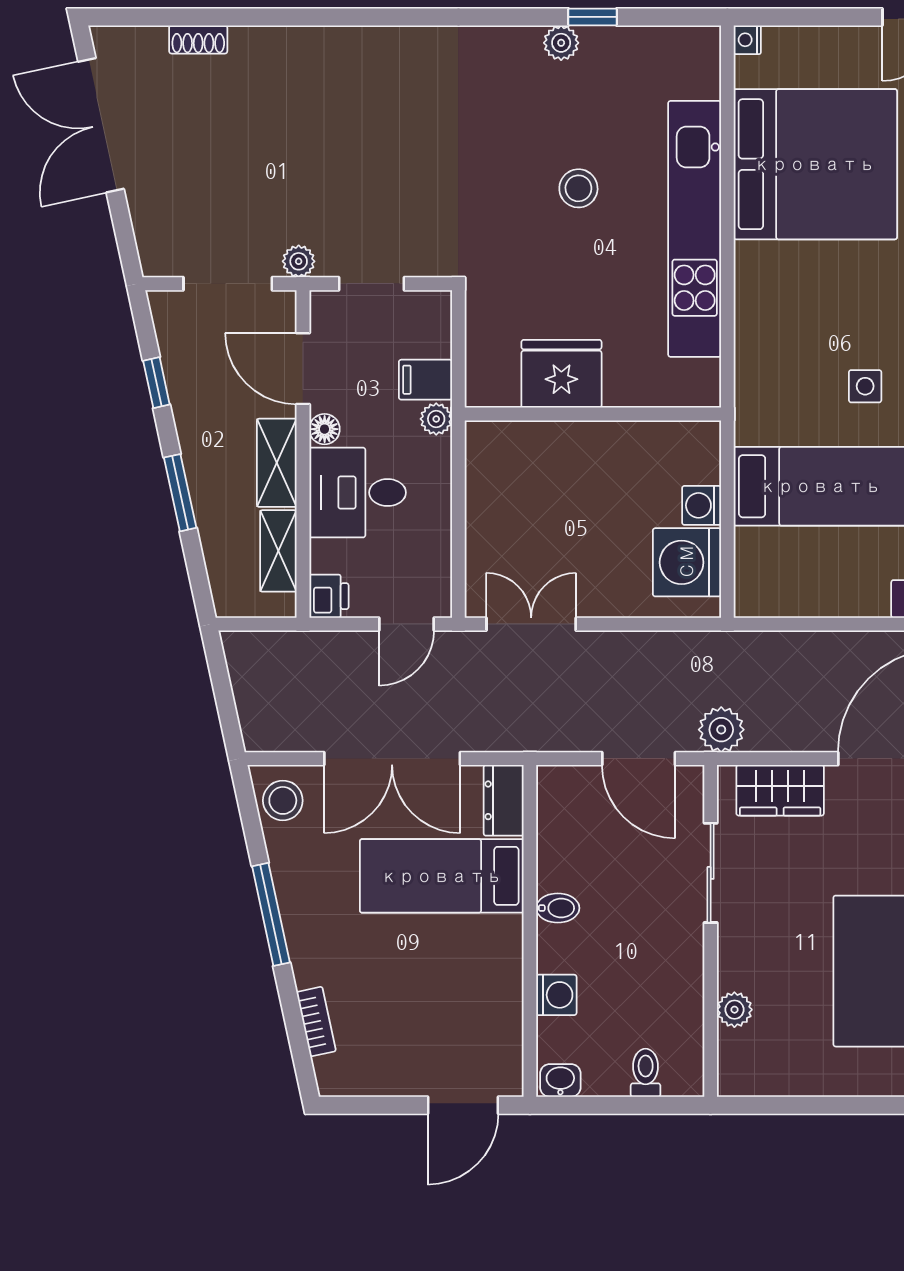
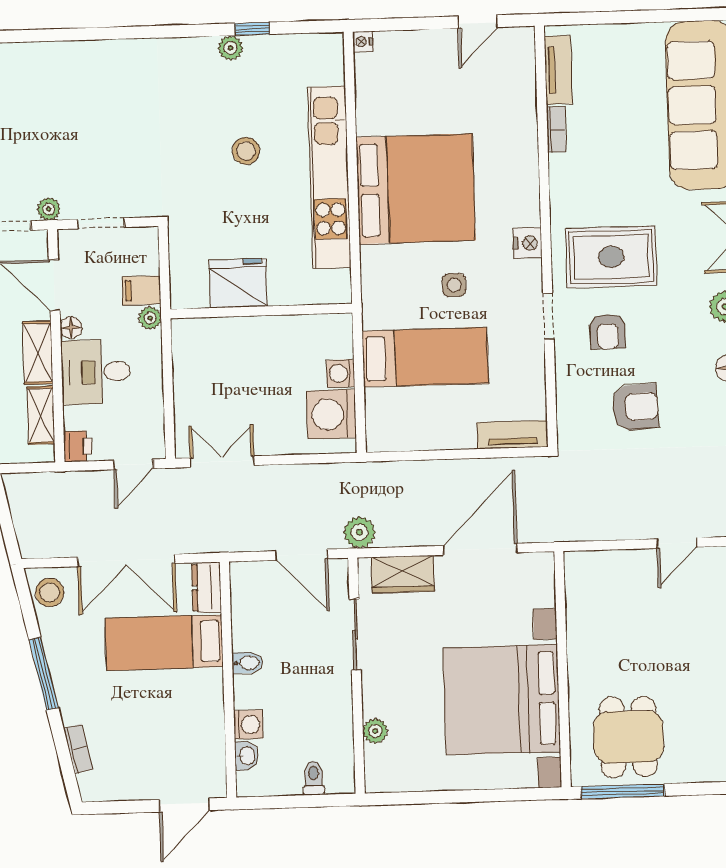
bed: (815, 164) -> (416, 189), moved
washbasin: (560, 1080) -> (247, 756), moved, turned 90

